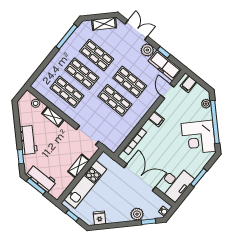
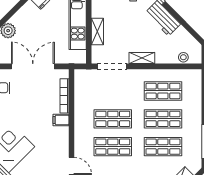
shelving: (53, 117) -> (142, 58), moved
filing cabinet: (156, 119) -> (61, 120), moved
double door: (140, 177) -> (33, 66), swing flipped

